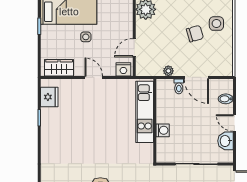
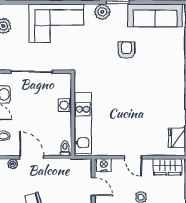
door: (134, 48) -> (93, 187), hinge flipped
plant: (168, 71) -> (13, 164), moved
toilet: (179, 86) -> (65, 148), moved

